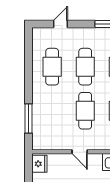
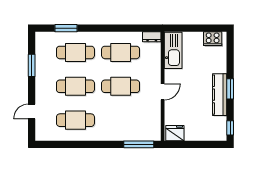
door: (61, 24) -> (32, 111), hinge flipped
window: (28, 118) -> (139, 144), moved

